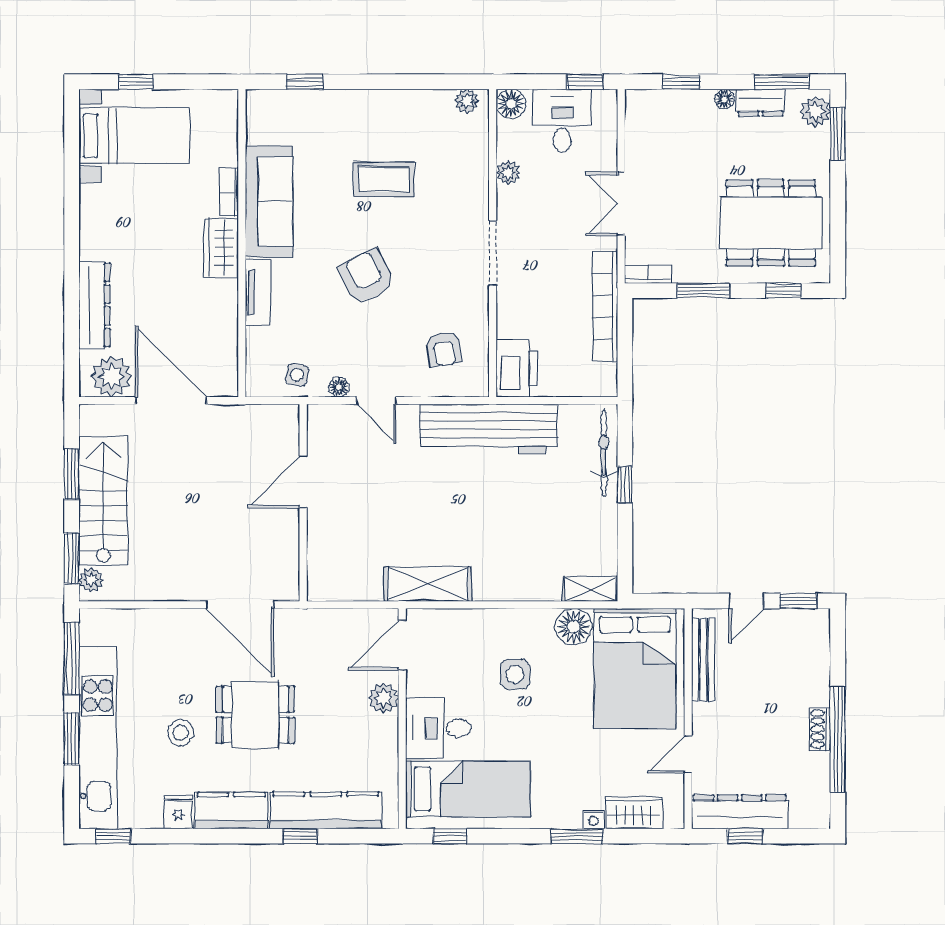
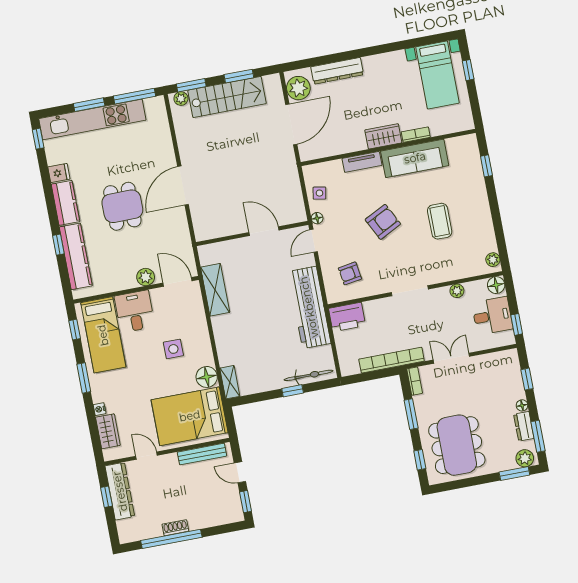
door: (303, 482) -> (264, 231), moved
wall: (303, 503) -> (252, 233), moved
stool: (181, 733) -> (104, 166), removed
window: (577, 836) -> (84, 378), moved

